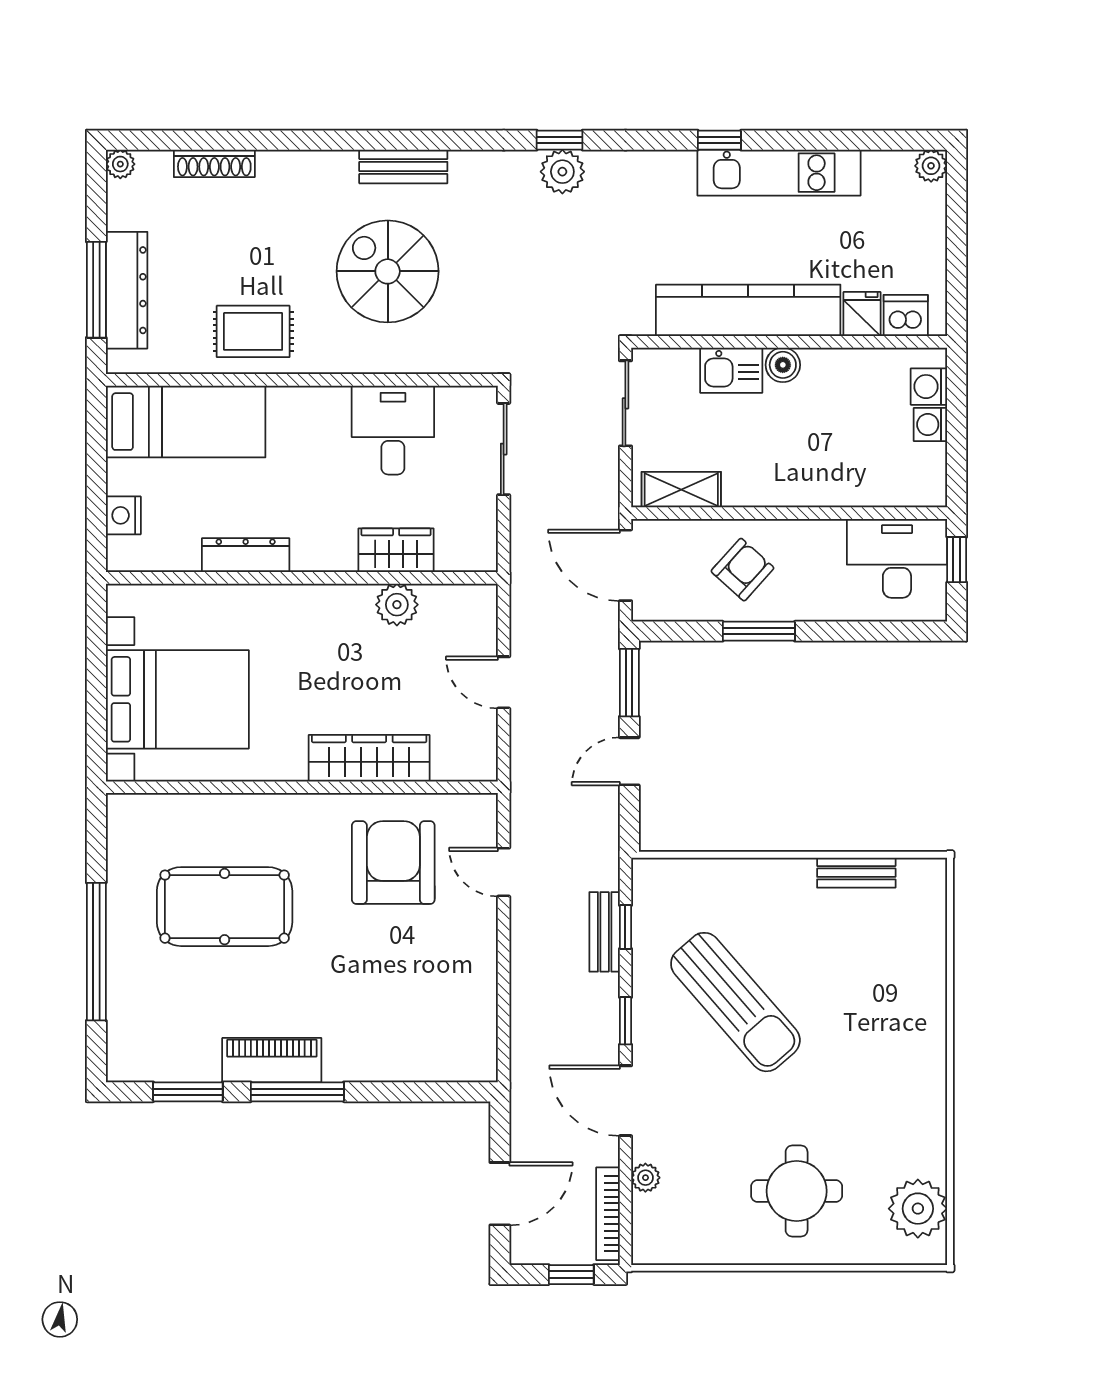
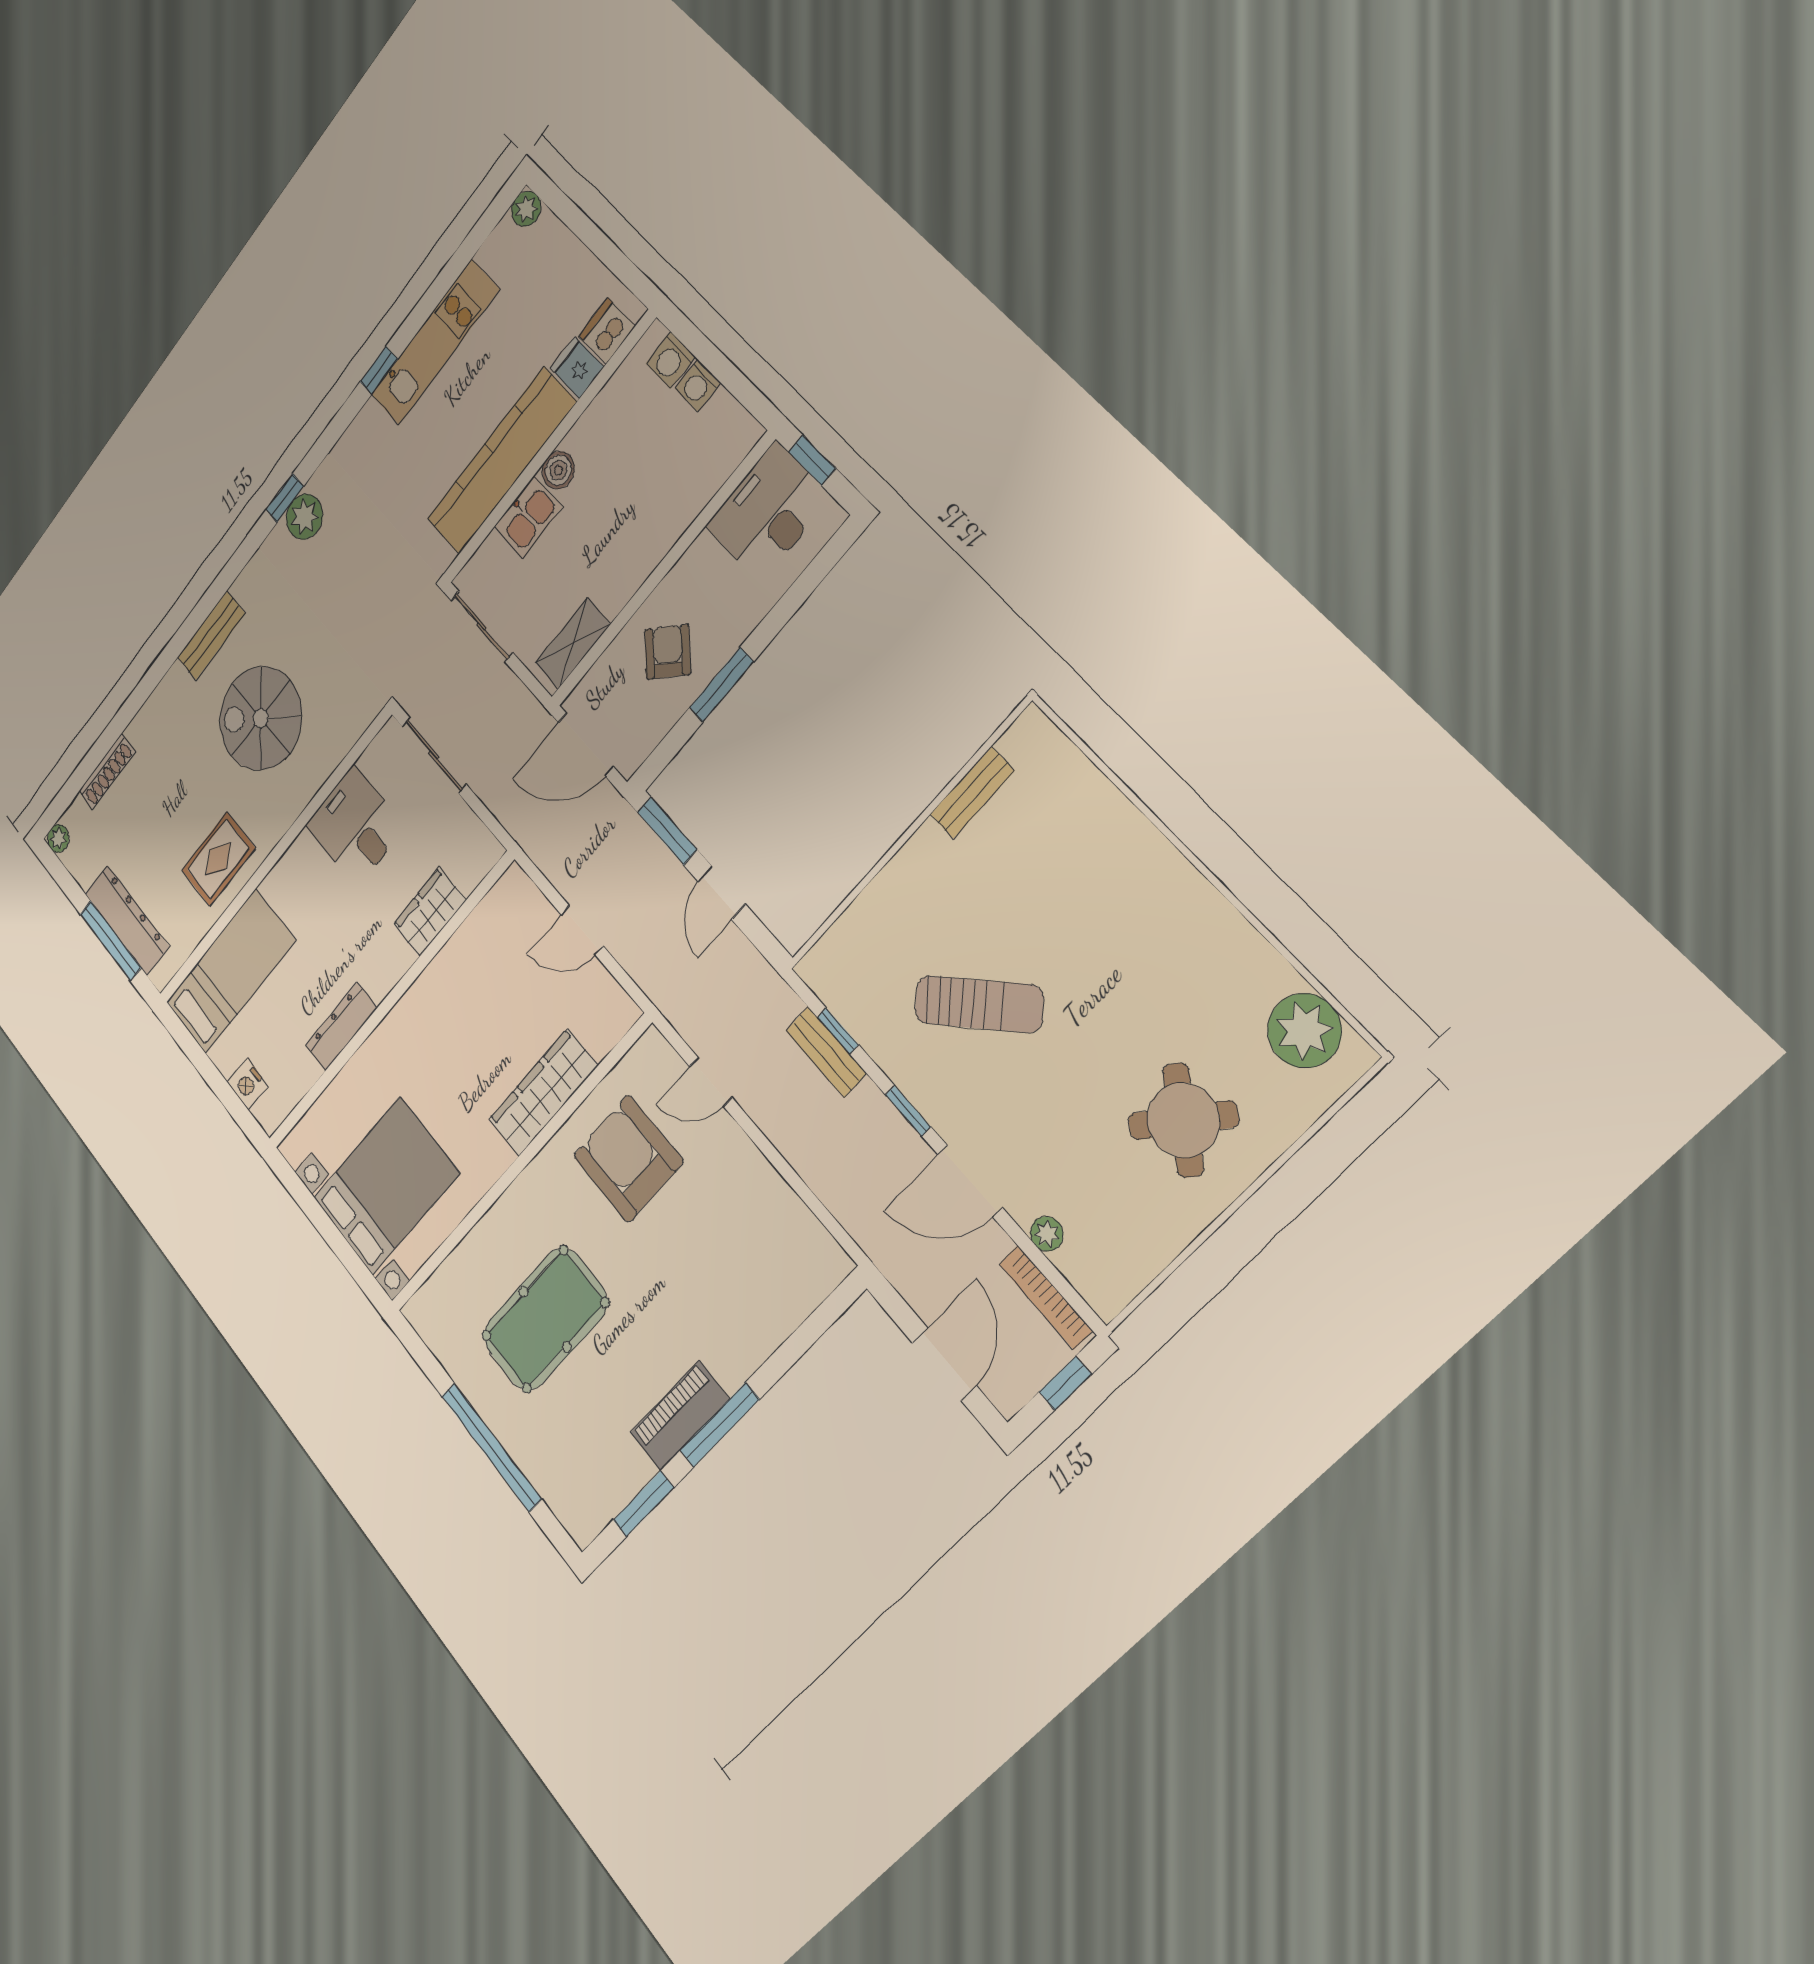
plant: (397, 605) -> (464, 952), removed
sun lounger: (735, 1002) -> (979, 1004), width x0.73, depth x0.75
round table: (797, 1191) -> (1183, 1120), turned 36

